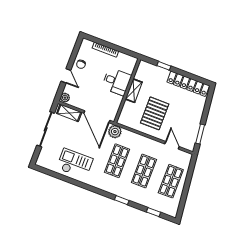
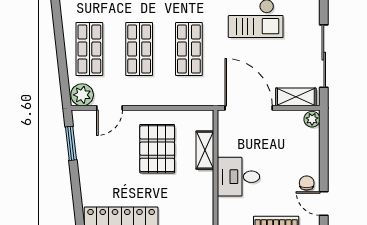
door: (66, 76) -> (324, 203), moved
shelving: (134, 91) -> (205, 150), moved
plant: (115, 132) -> (82, 95), moved
door: (172, 145) -> (109, 108), hinge flipped

